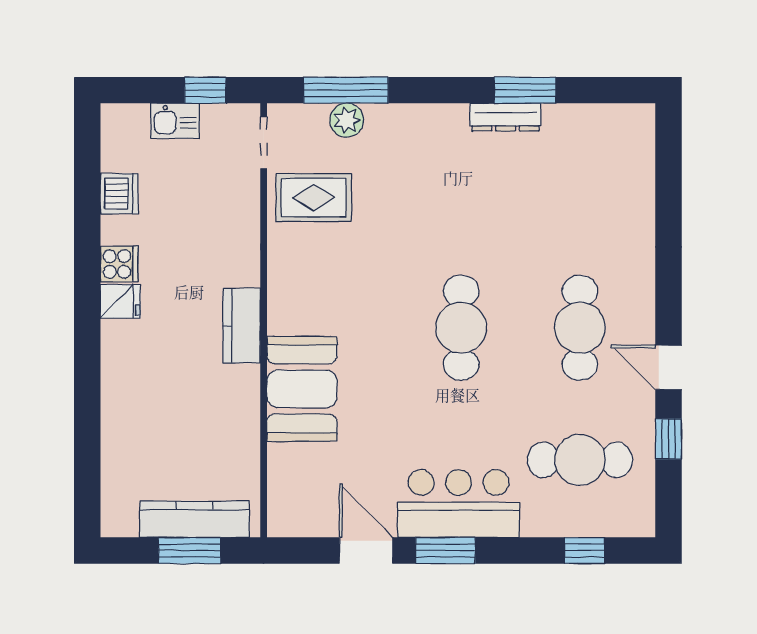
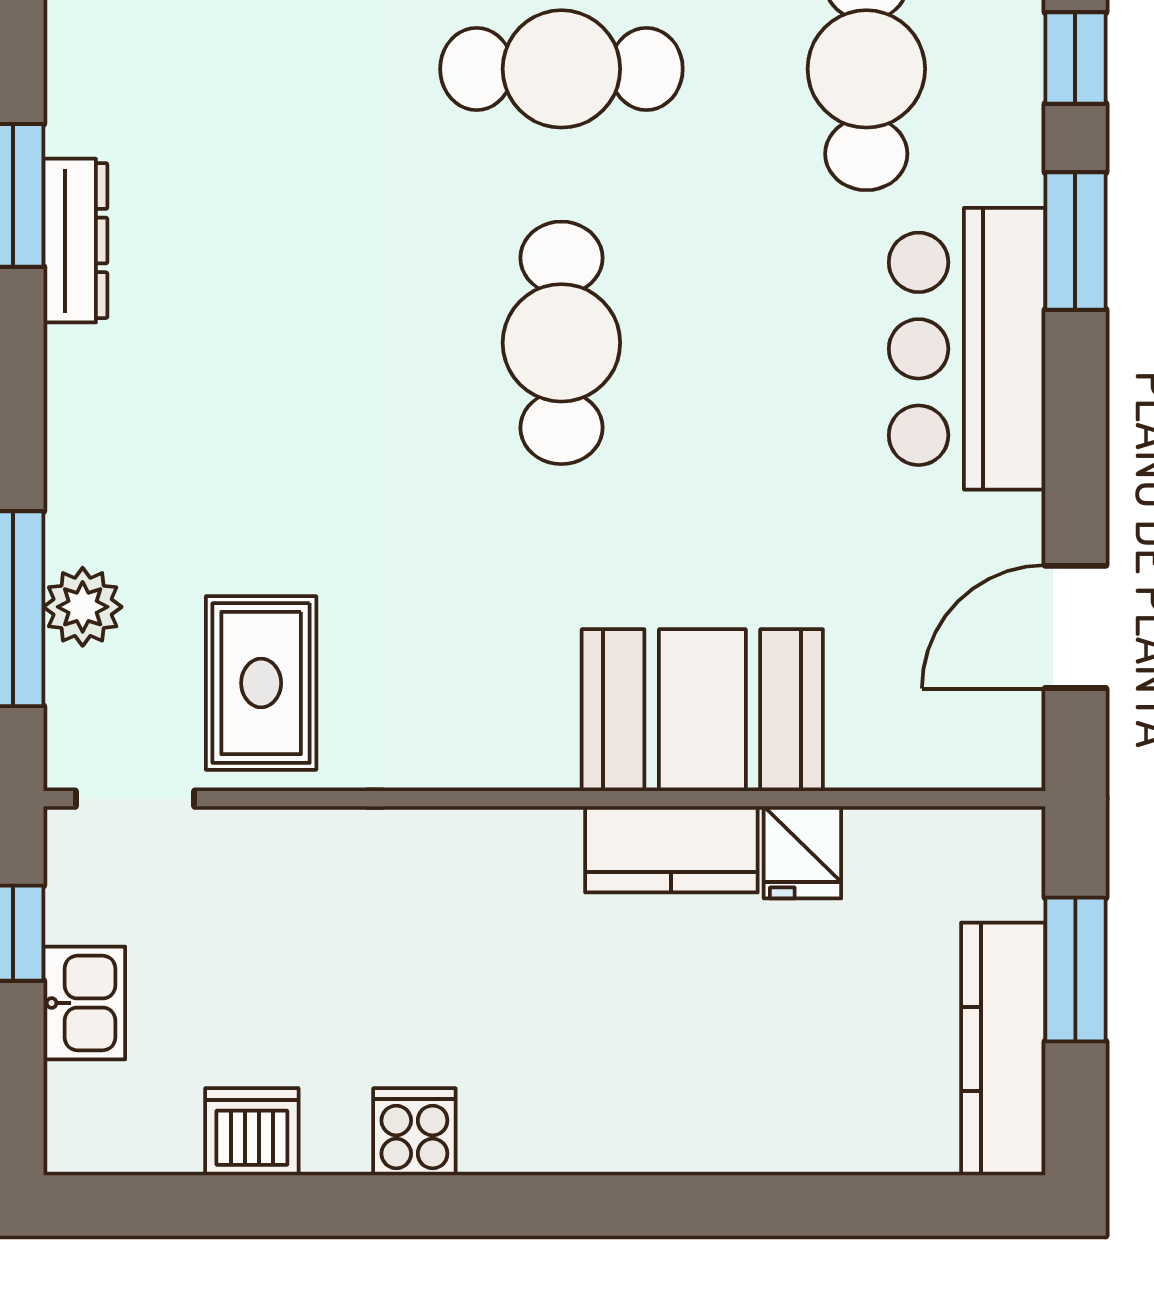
fridge: (120, 301) -> (802, 852), moved, turned 180
kitchen counter: (242, 326) -> (671, 849), moved
cafe table: (461, 328) -> (561, 343), turned 90
kitchen counter: (195, 519) -> (1003, 1049), moved
door: (366, 551) -> (1075, 627), moved
window: (445, 551) -> (1075, 241), moved

